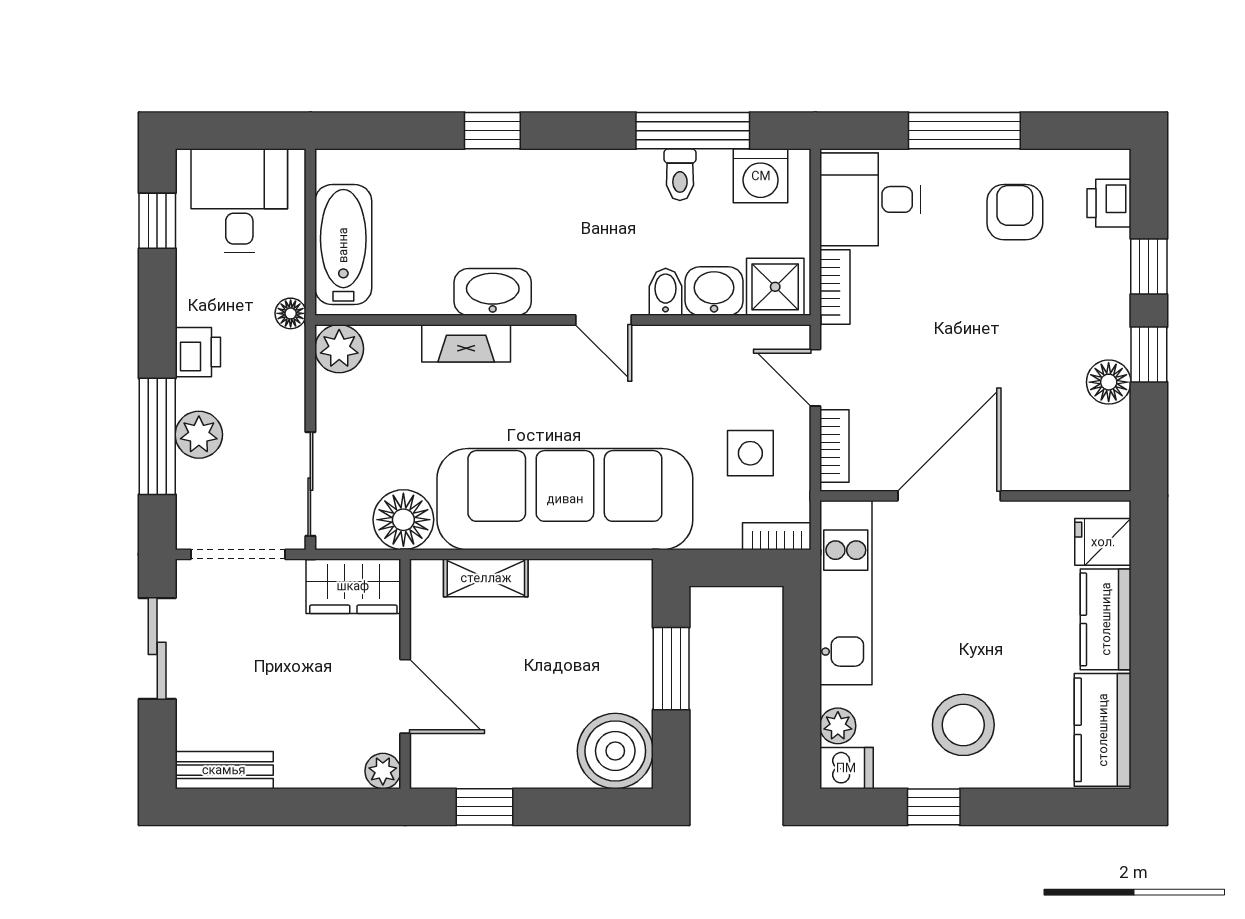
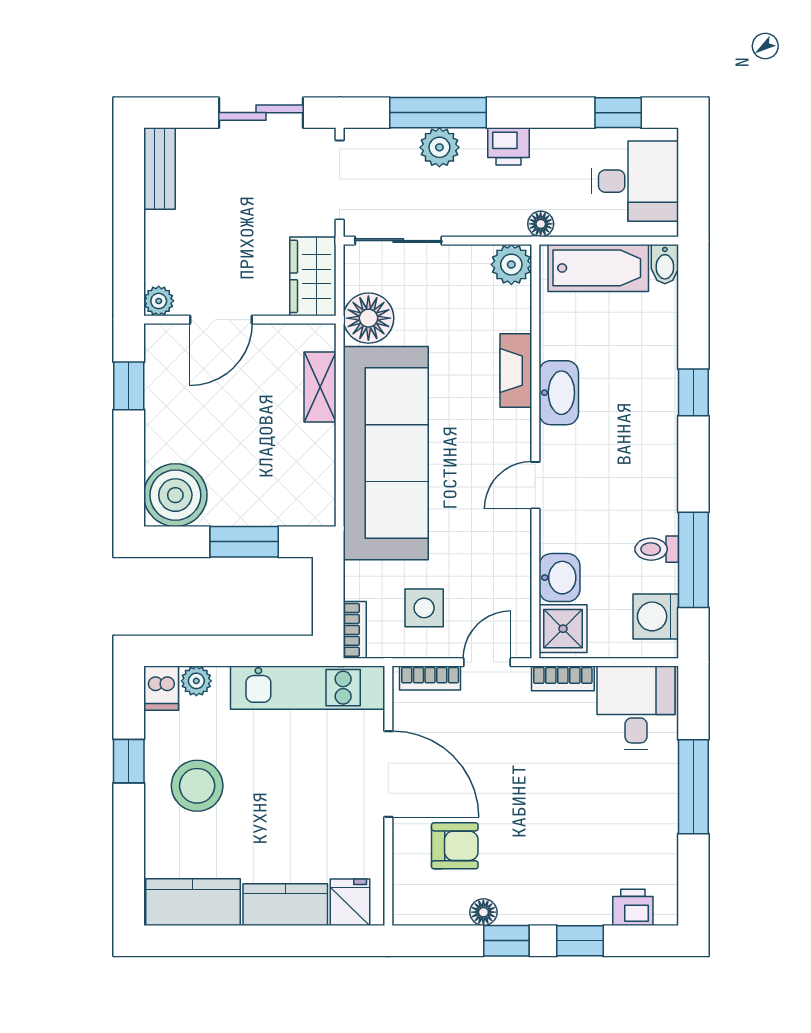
armchair: (1015, 212) -> (455, 846), moved
bidet: (666, 292) -> (665, 264), moved, turned 90
floor lamp: (1109, 382) -> (483, 912), width x0.73, depth x0.73

